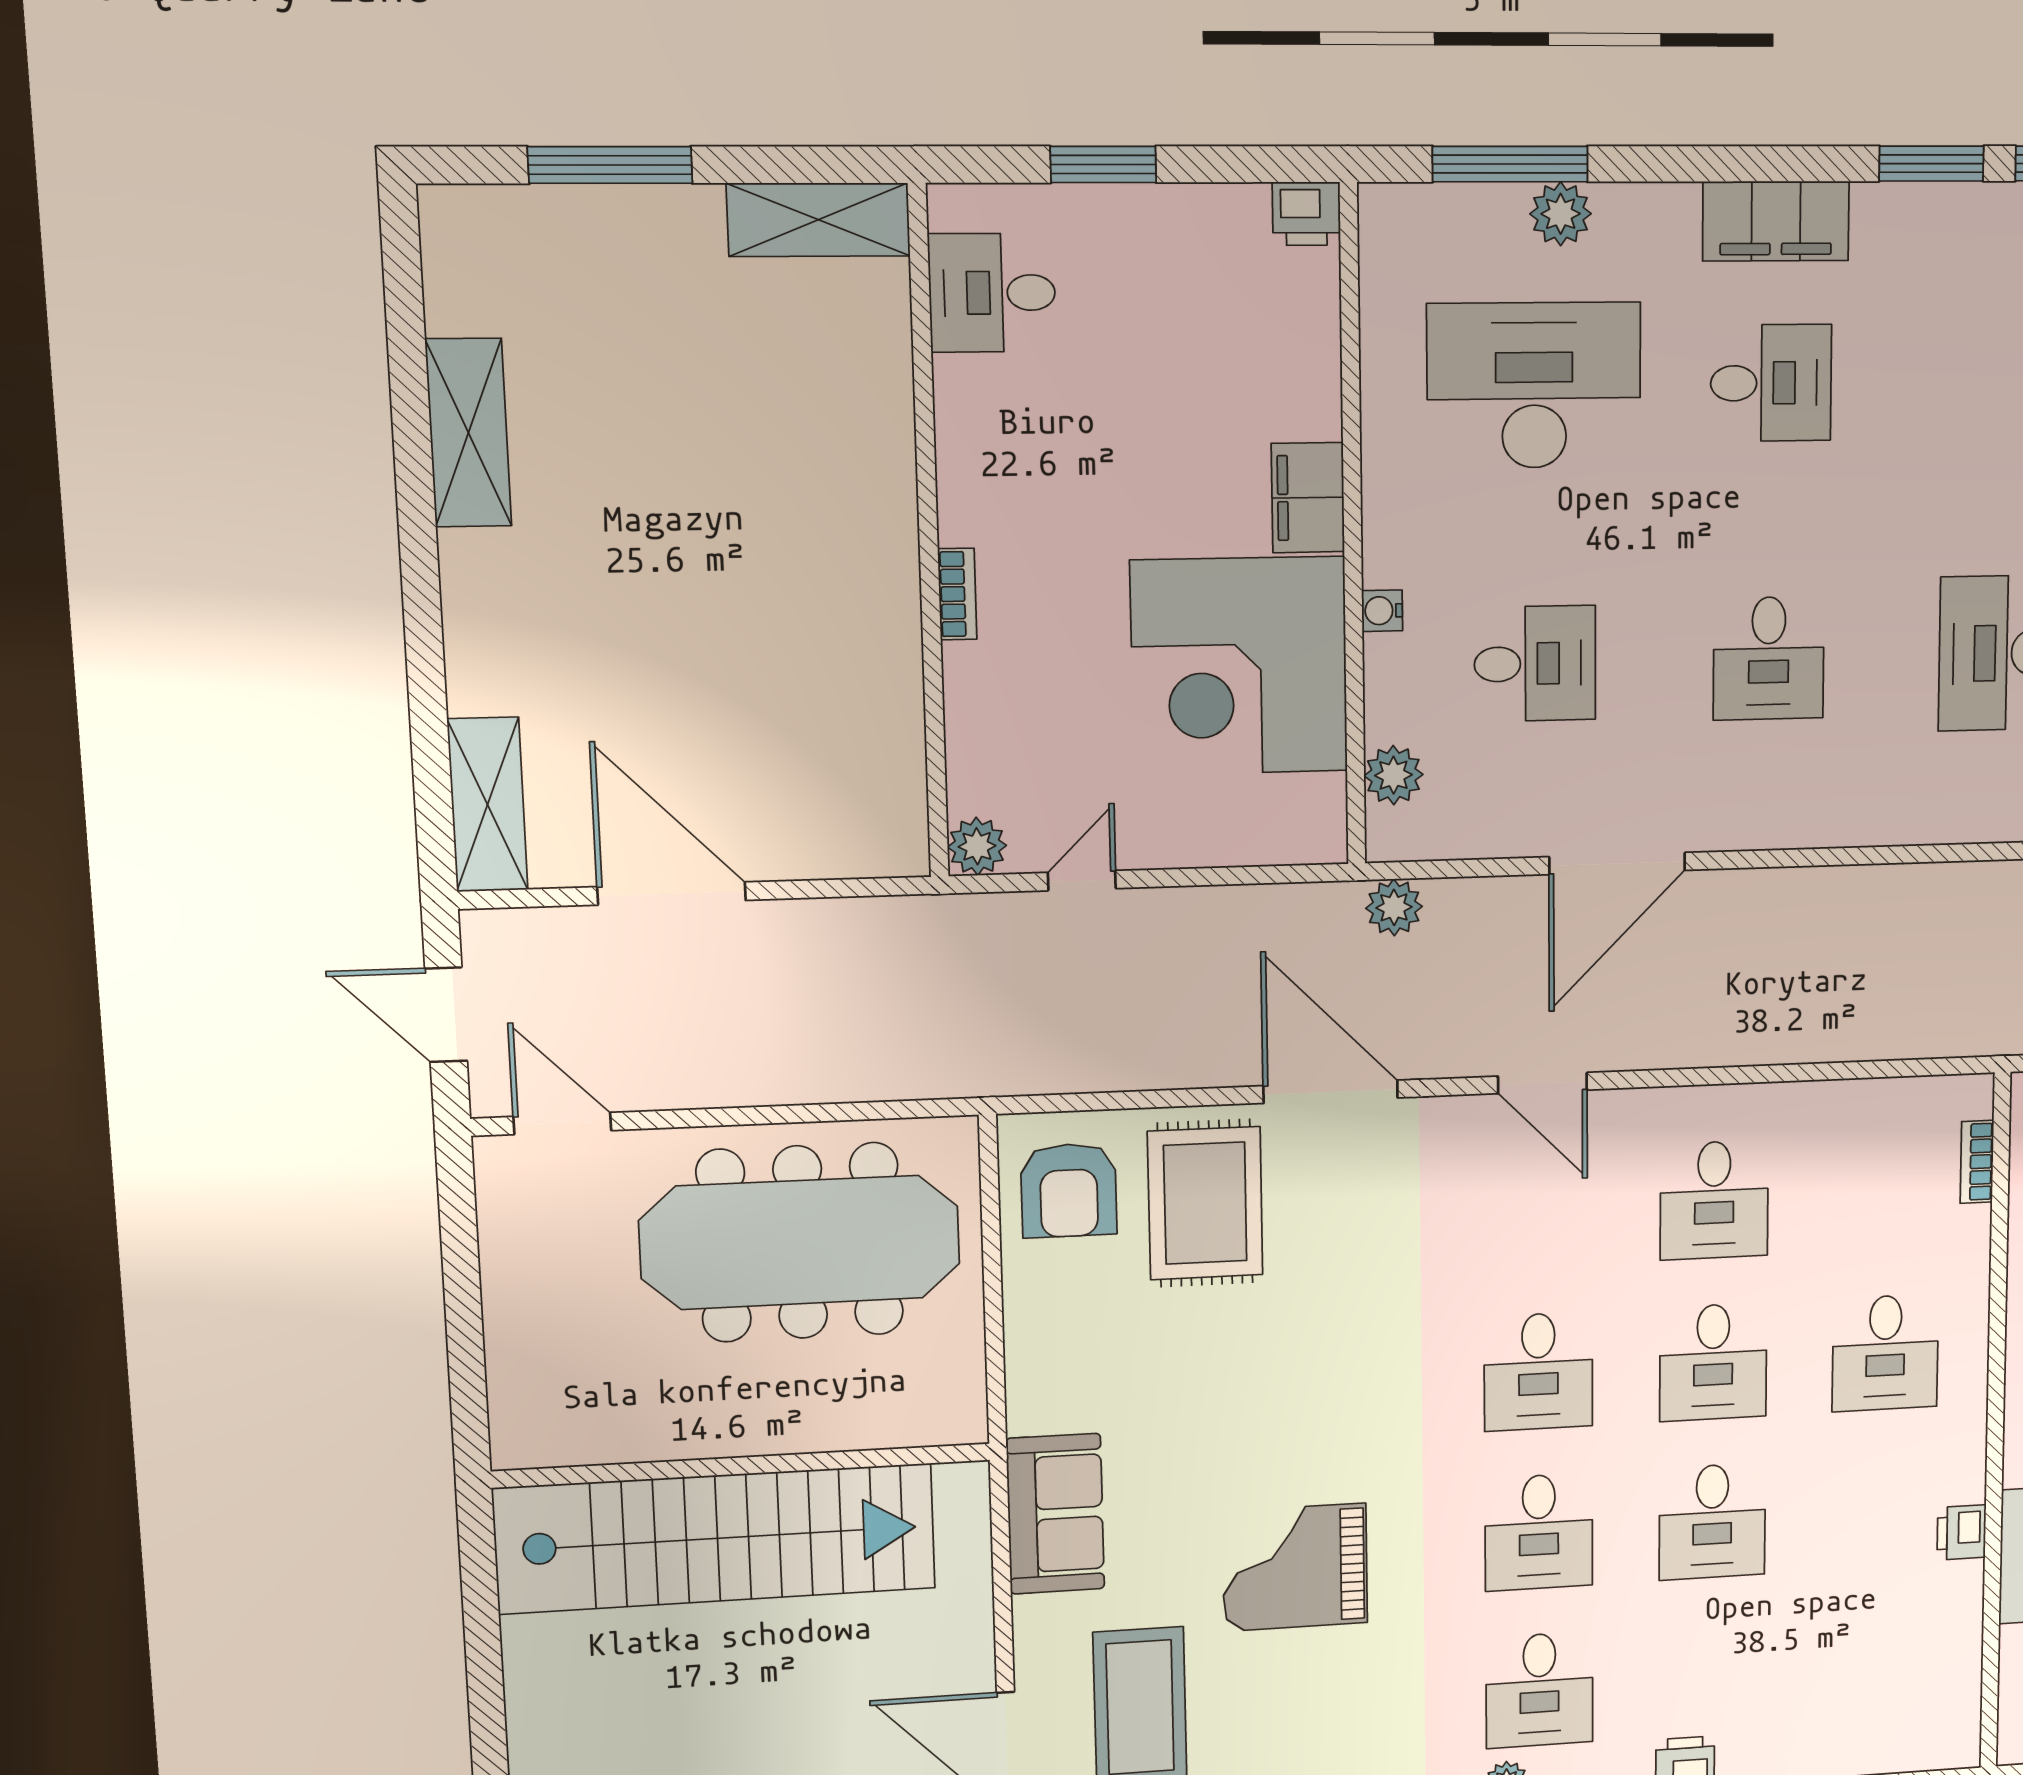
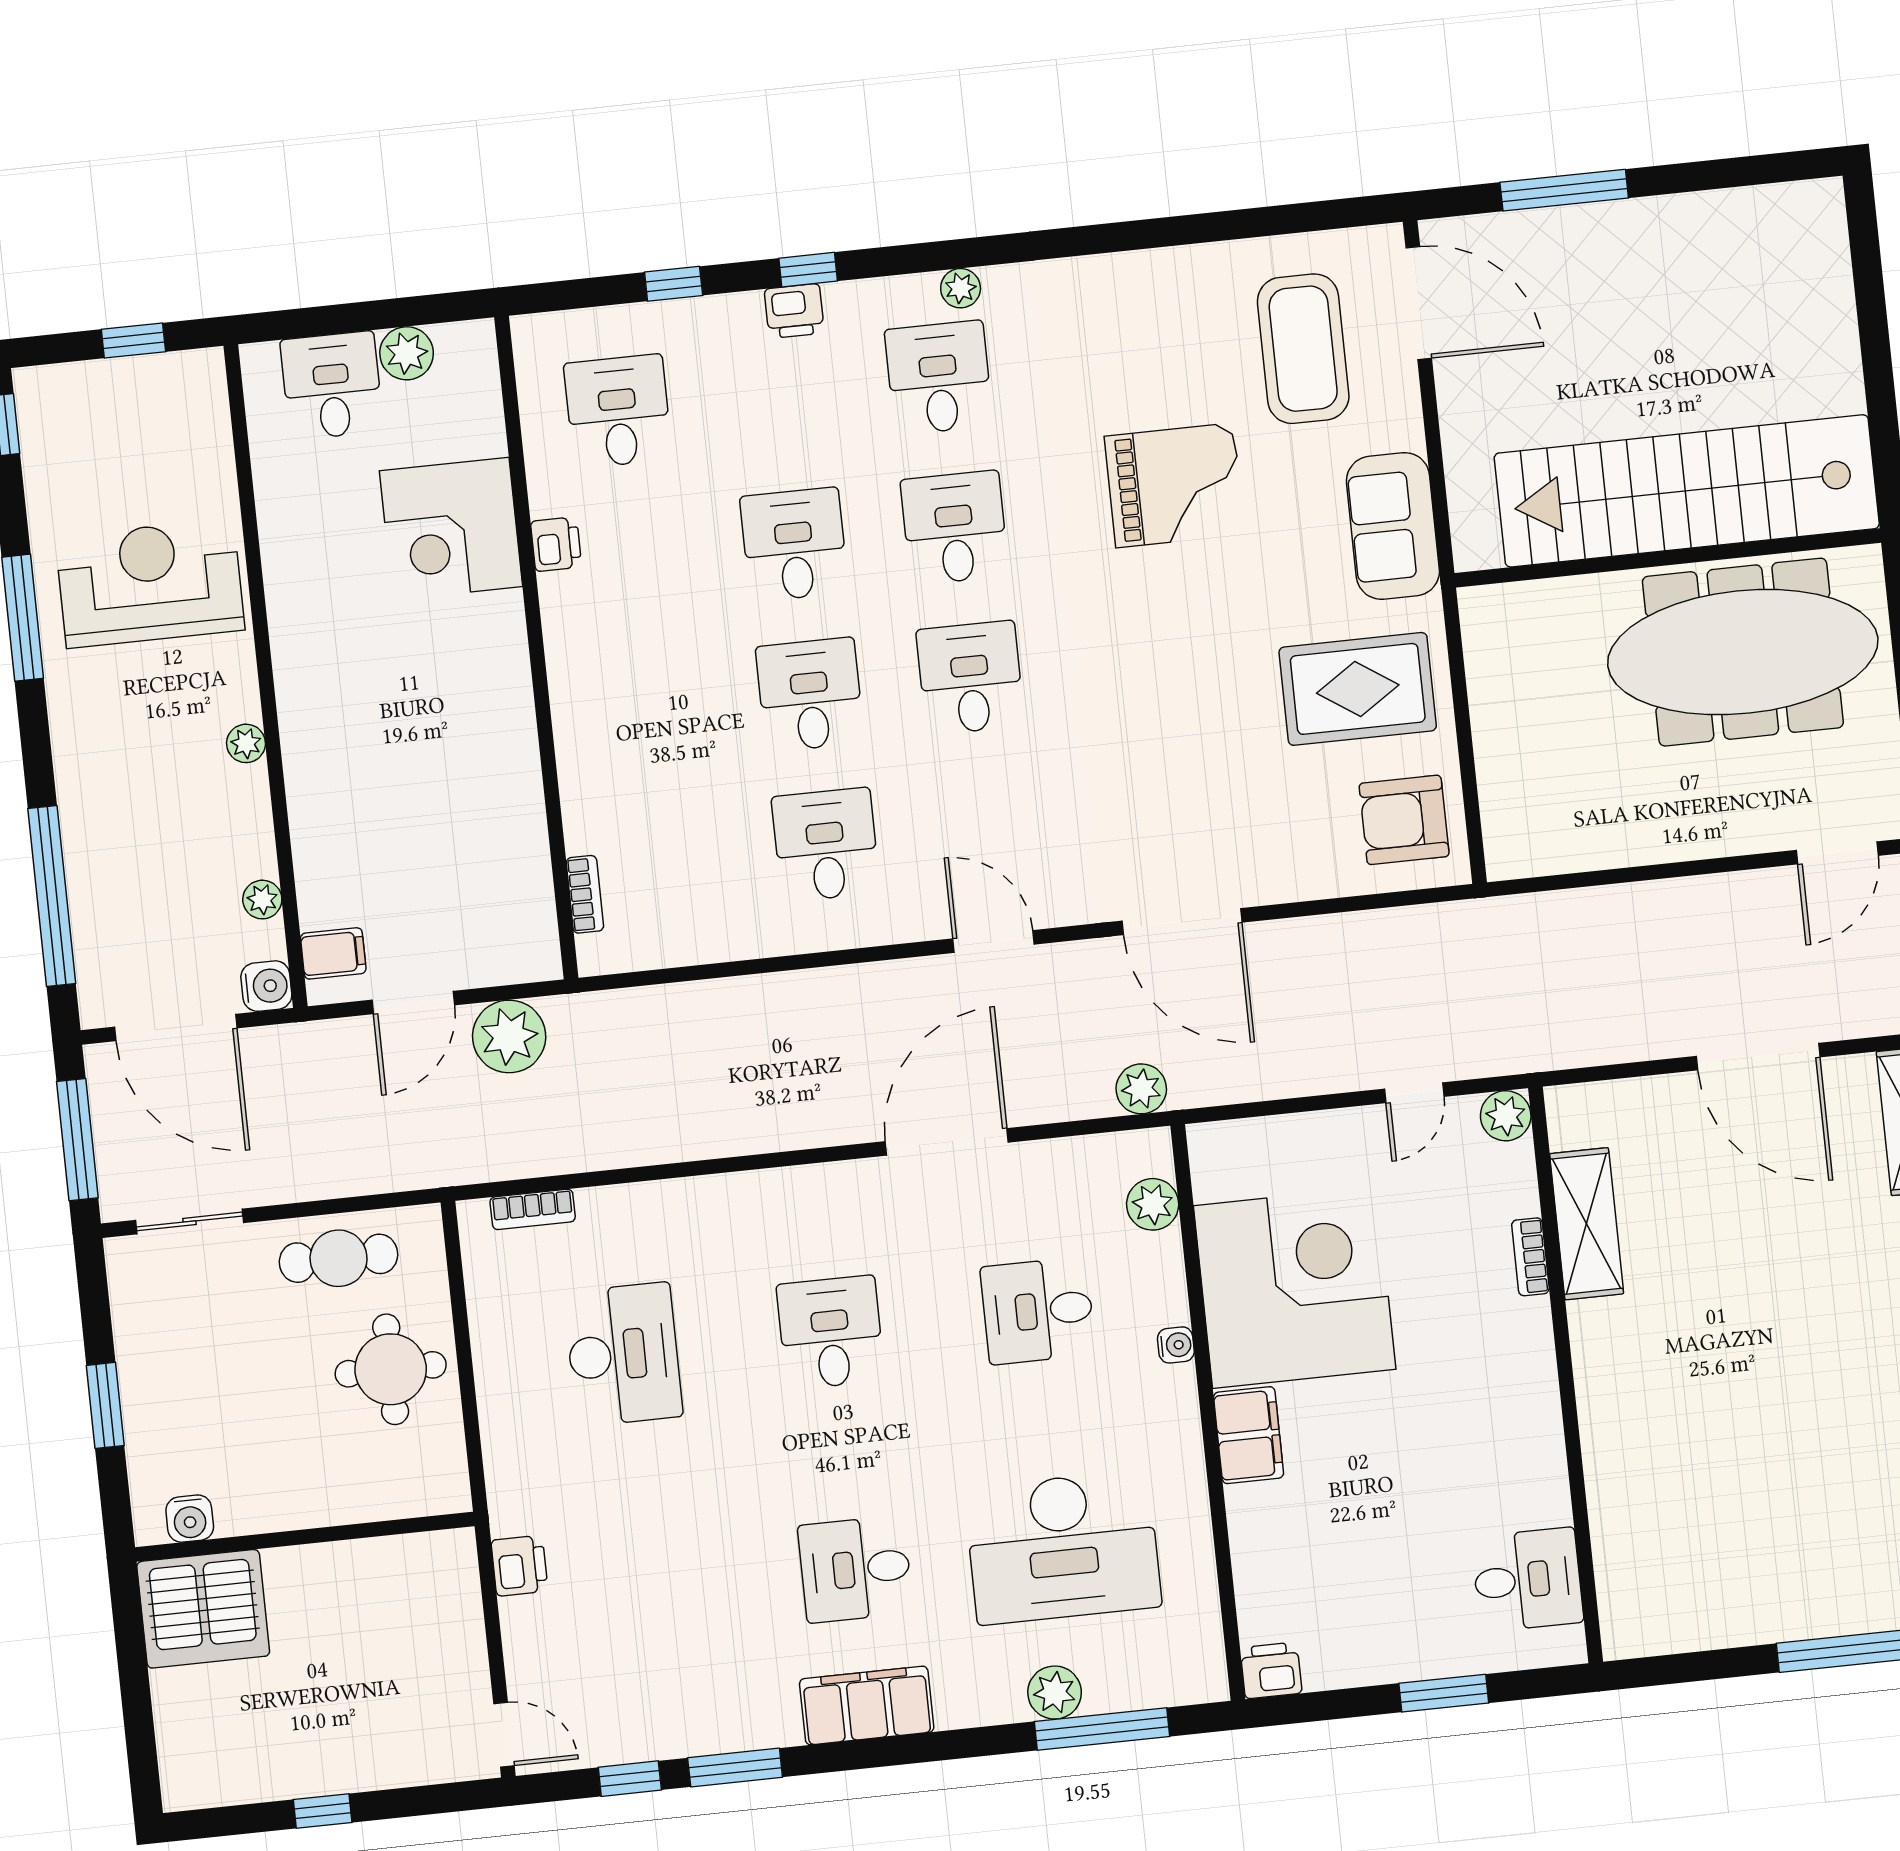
shelving: (818, 220) -> (1587, 1224), moved, turned 90
bookcase: (957, 594) -> (1530, 1257), moved
door: (562, 1123) -> (1837, 853), hinge flipped
armchair: (1069, 1190) -> (1404, 820), turned -90
rug: (1205, 1203) -> (1358, 689), moved, turned 90
meeting table: (800, 1242) -> (1743, 652), moved
desk: (1885, 1353) -> (618, 411), moved

